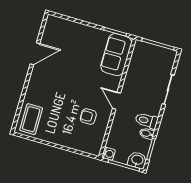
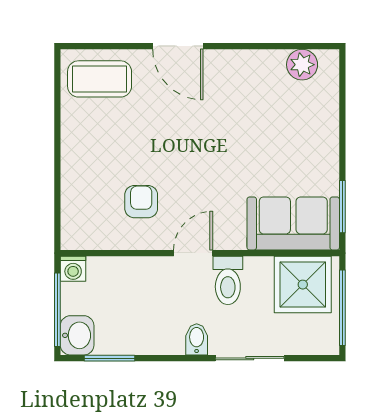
plant: (50, 31) -> (302, 65), added
door: (35, 54) -> (178, 46), moved
shower: (143, 58) -> (303, 285), added
toilet: (147, 121) -> (228, 280), moved, turned 180
bidet: (147, 134) -> (197, 339), moved

